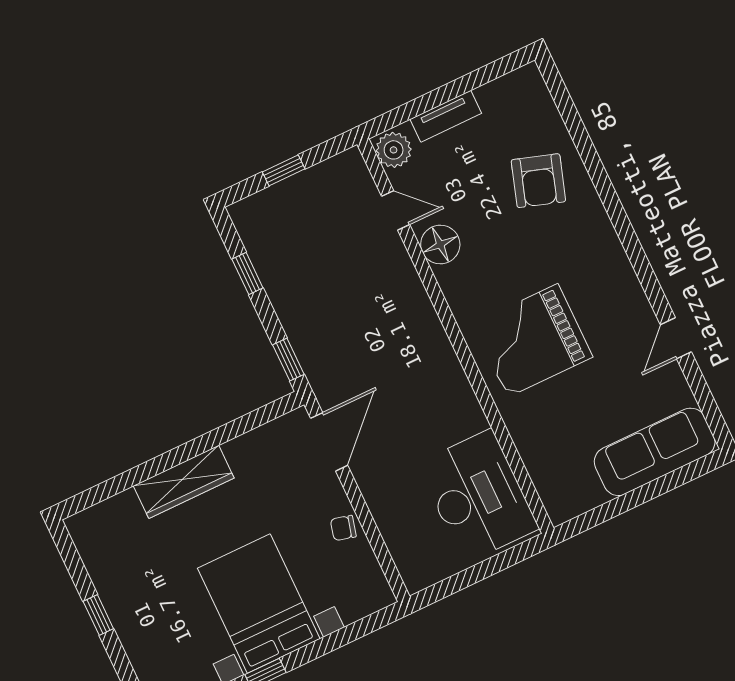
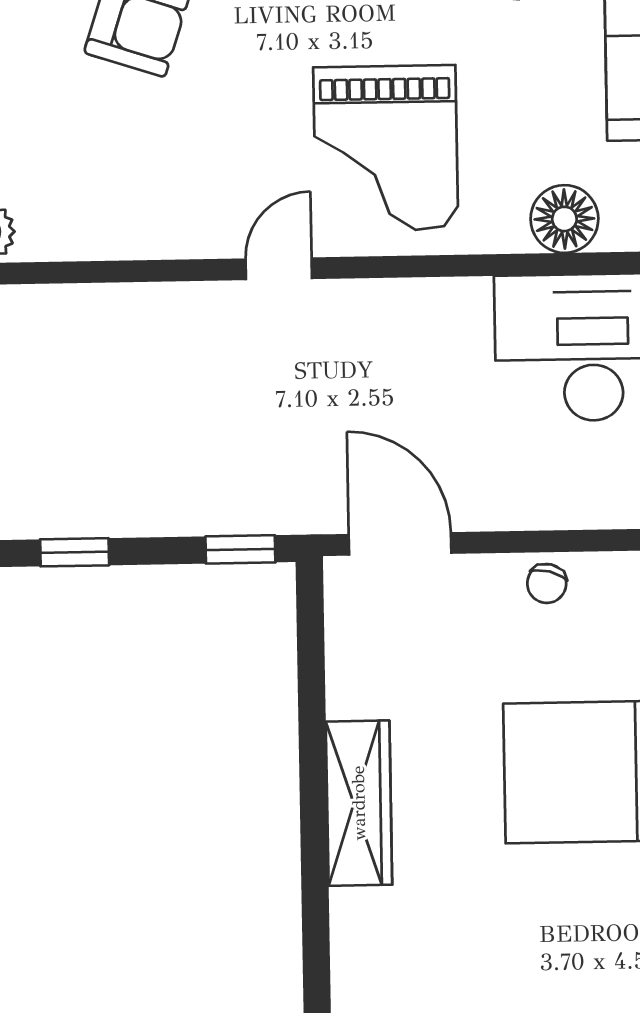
door: (396, 210) -> (279, 269), moved
floor lamp: (440, 244) -> (564, 219), moved

